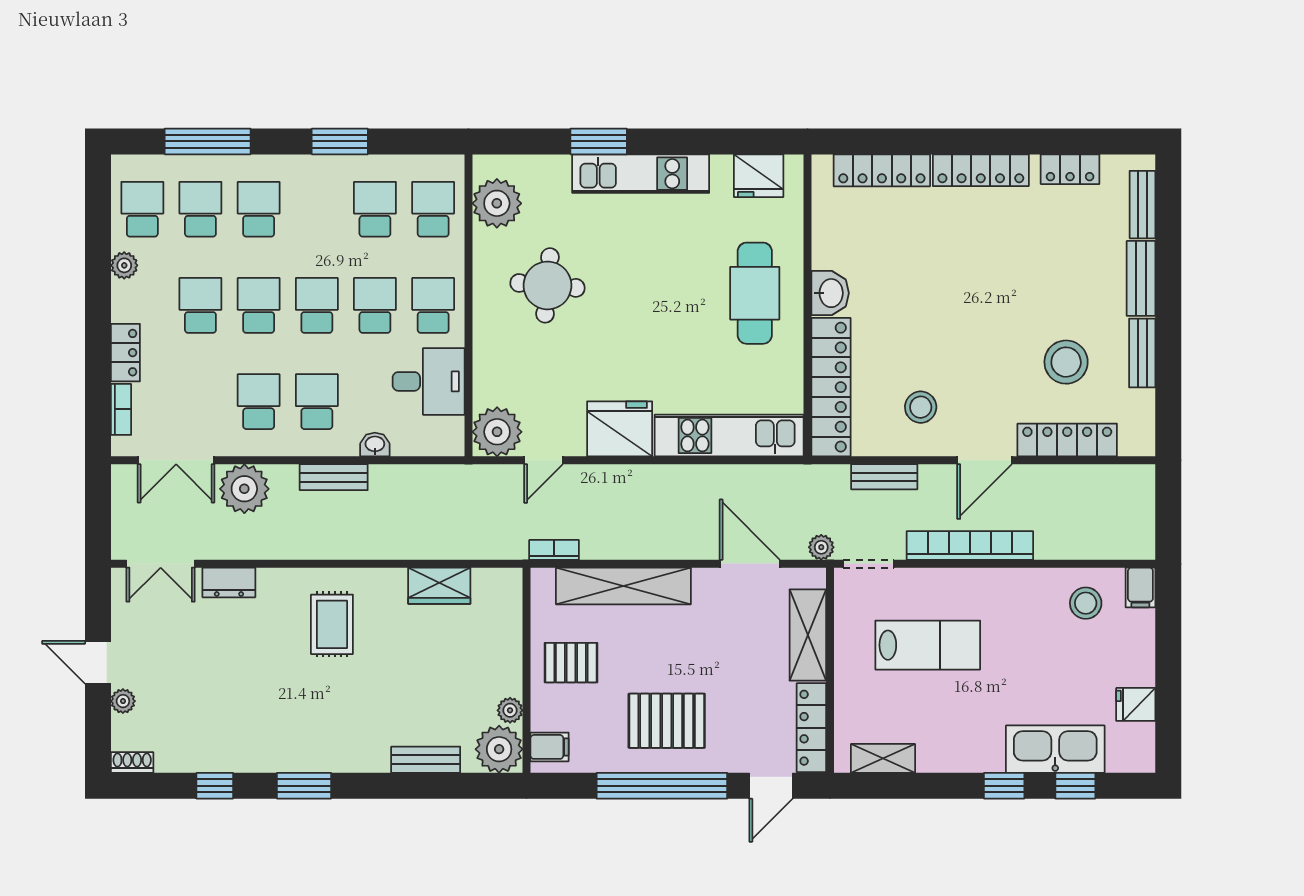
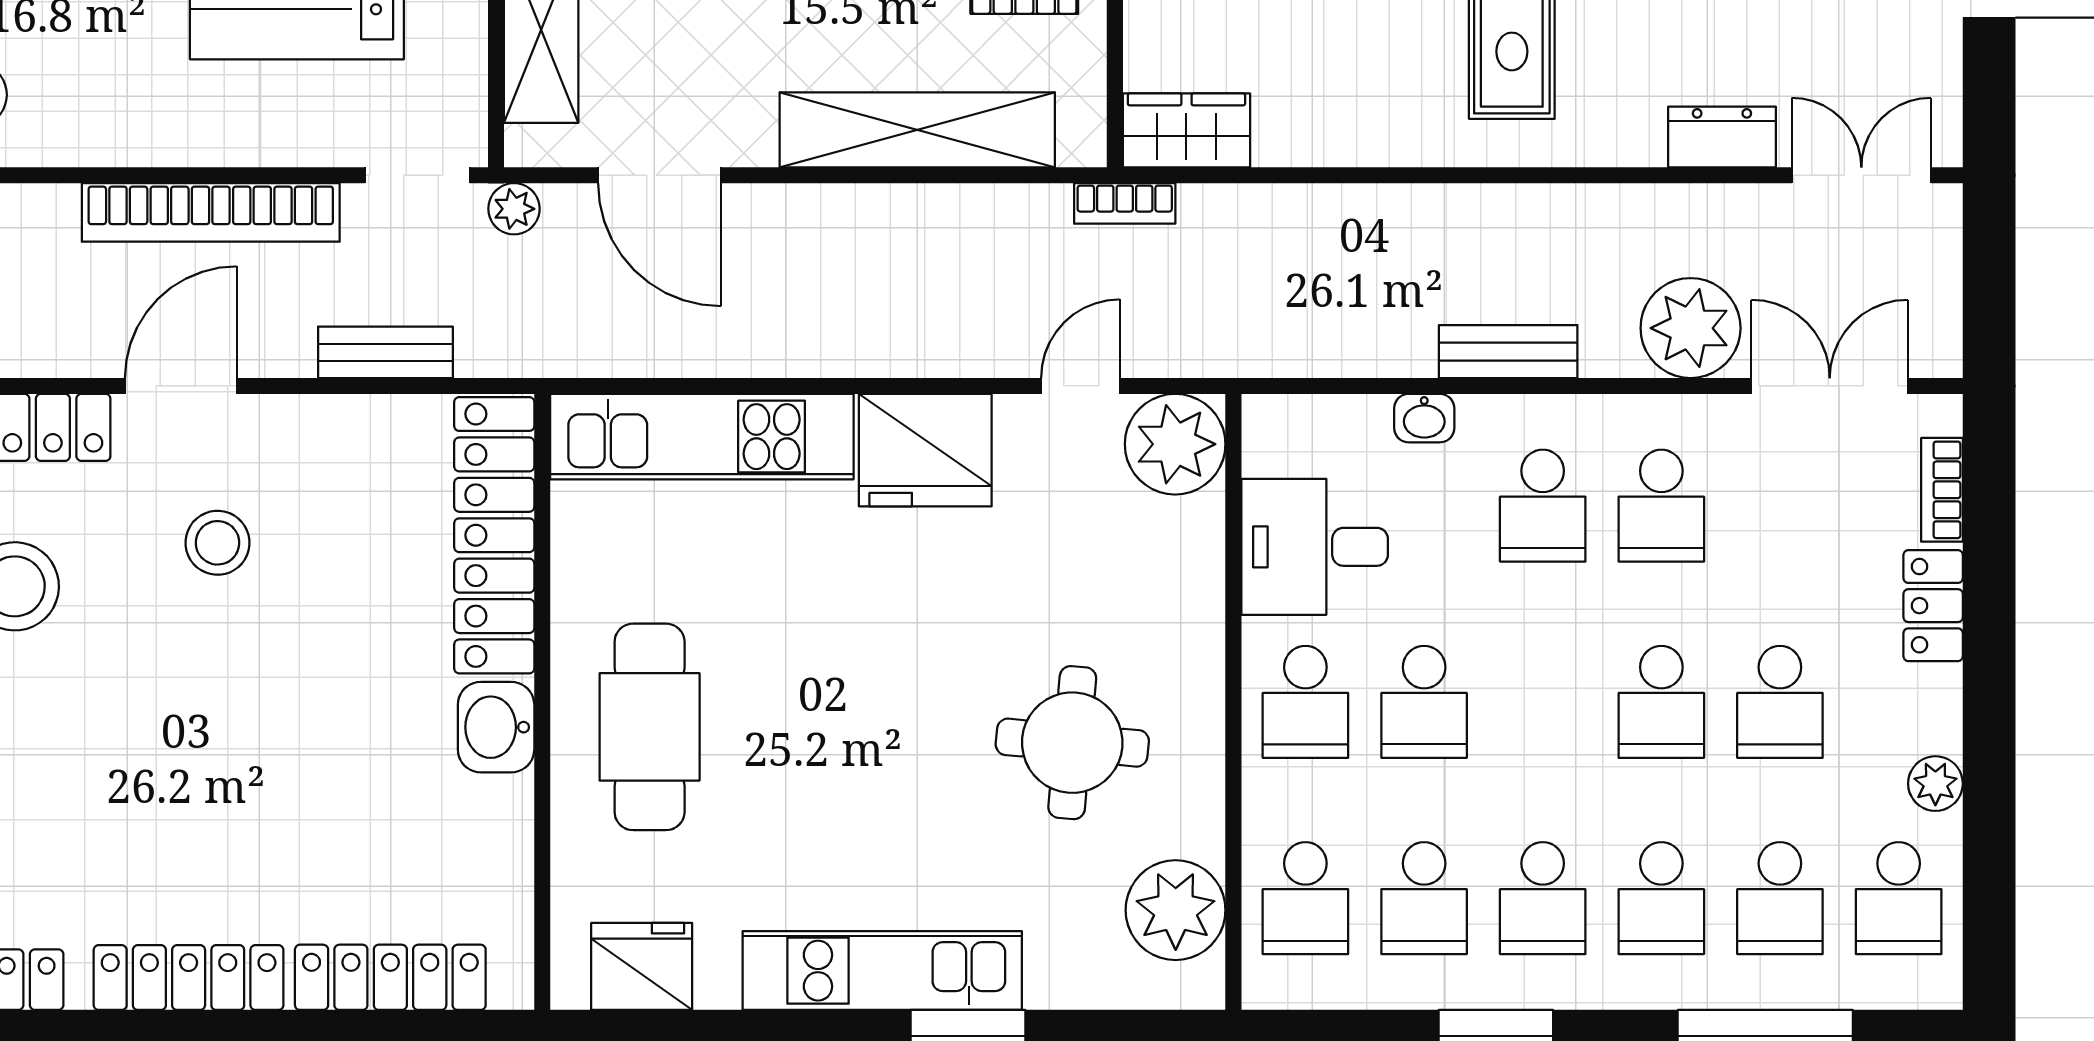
school desk: (317, 305) -> (1543, 898), moved
stool: (921, 407) -> (218, 543), moved
bookcase: (554, 550) -> (1125, 203), moved
wardrobe: (439, 586) -> (1186, 130), moved

